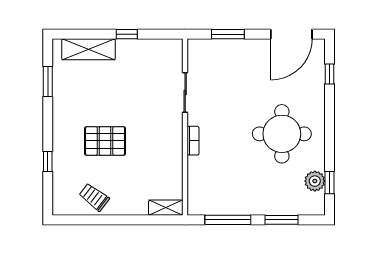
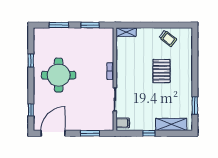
filing cabinet: (172, 52) -> (123, 123), added
pallet: (105, 141) -> (162, 71), turned 90
window: (48, 162) -> (195, 59), removed
plant: (315, 181) -> (39, 48), removed
window: (329, 183) -> (31, 61), moved
window: (228, 220) -> (90, 25), width x0.69

